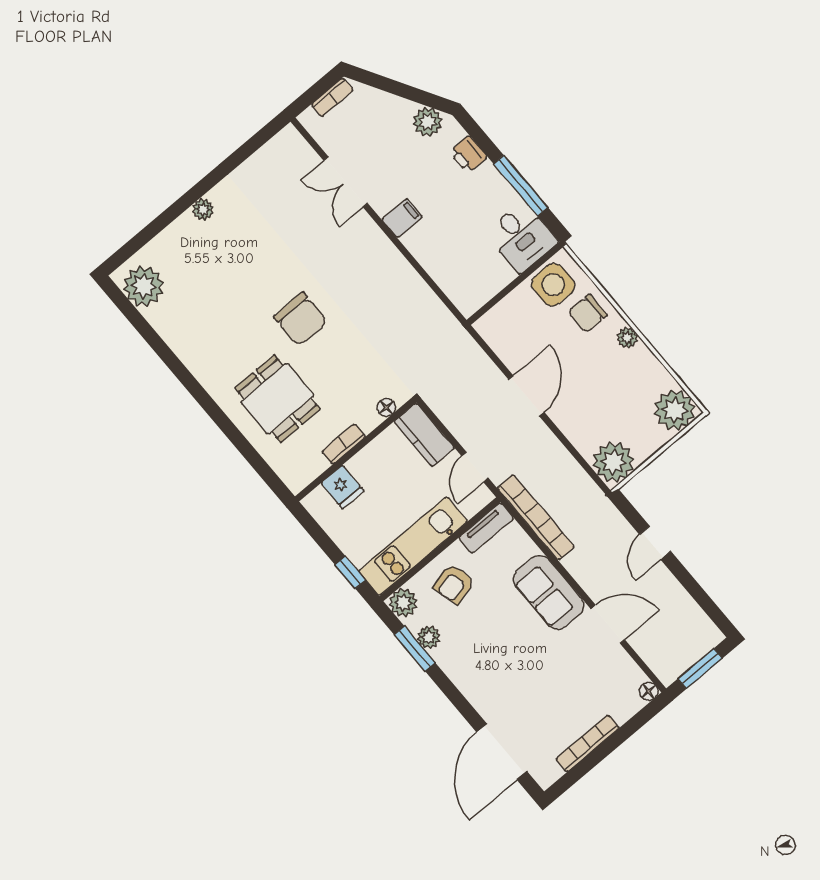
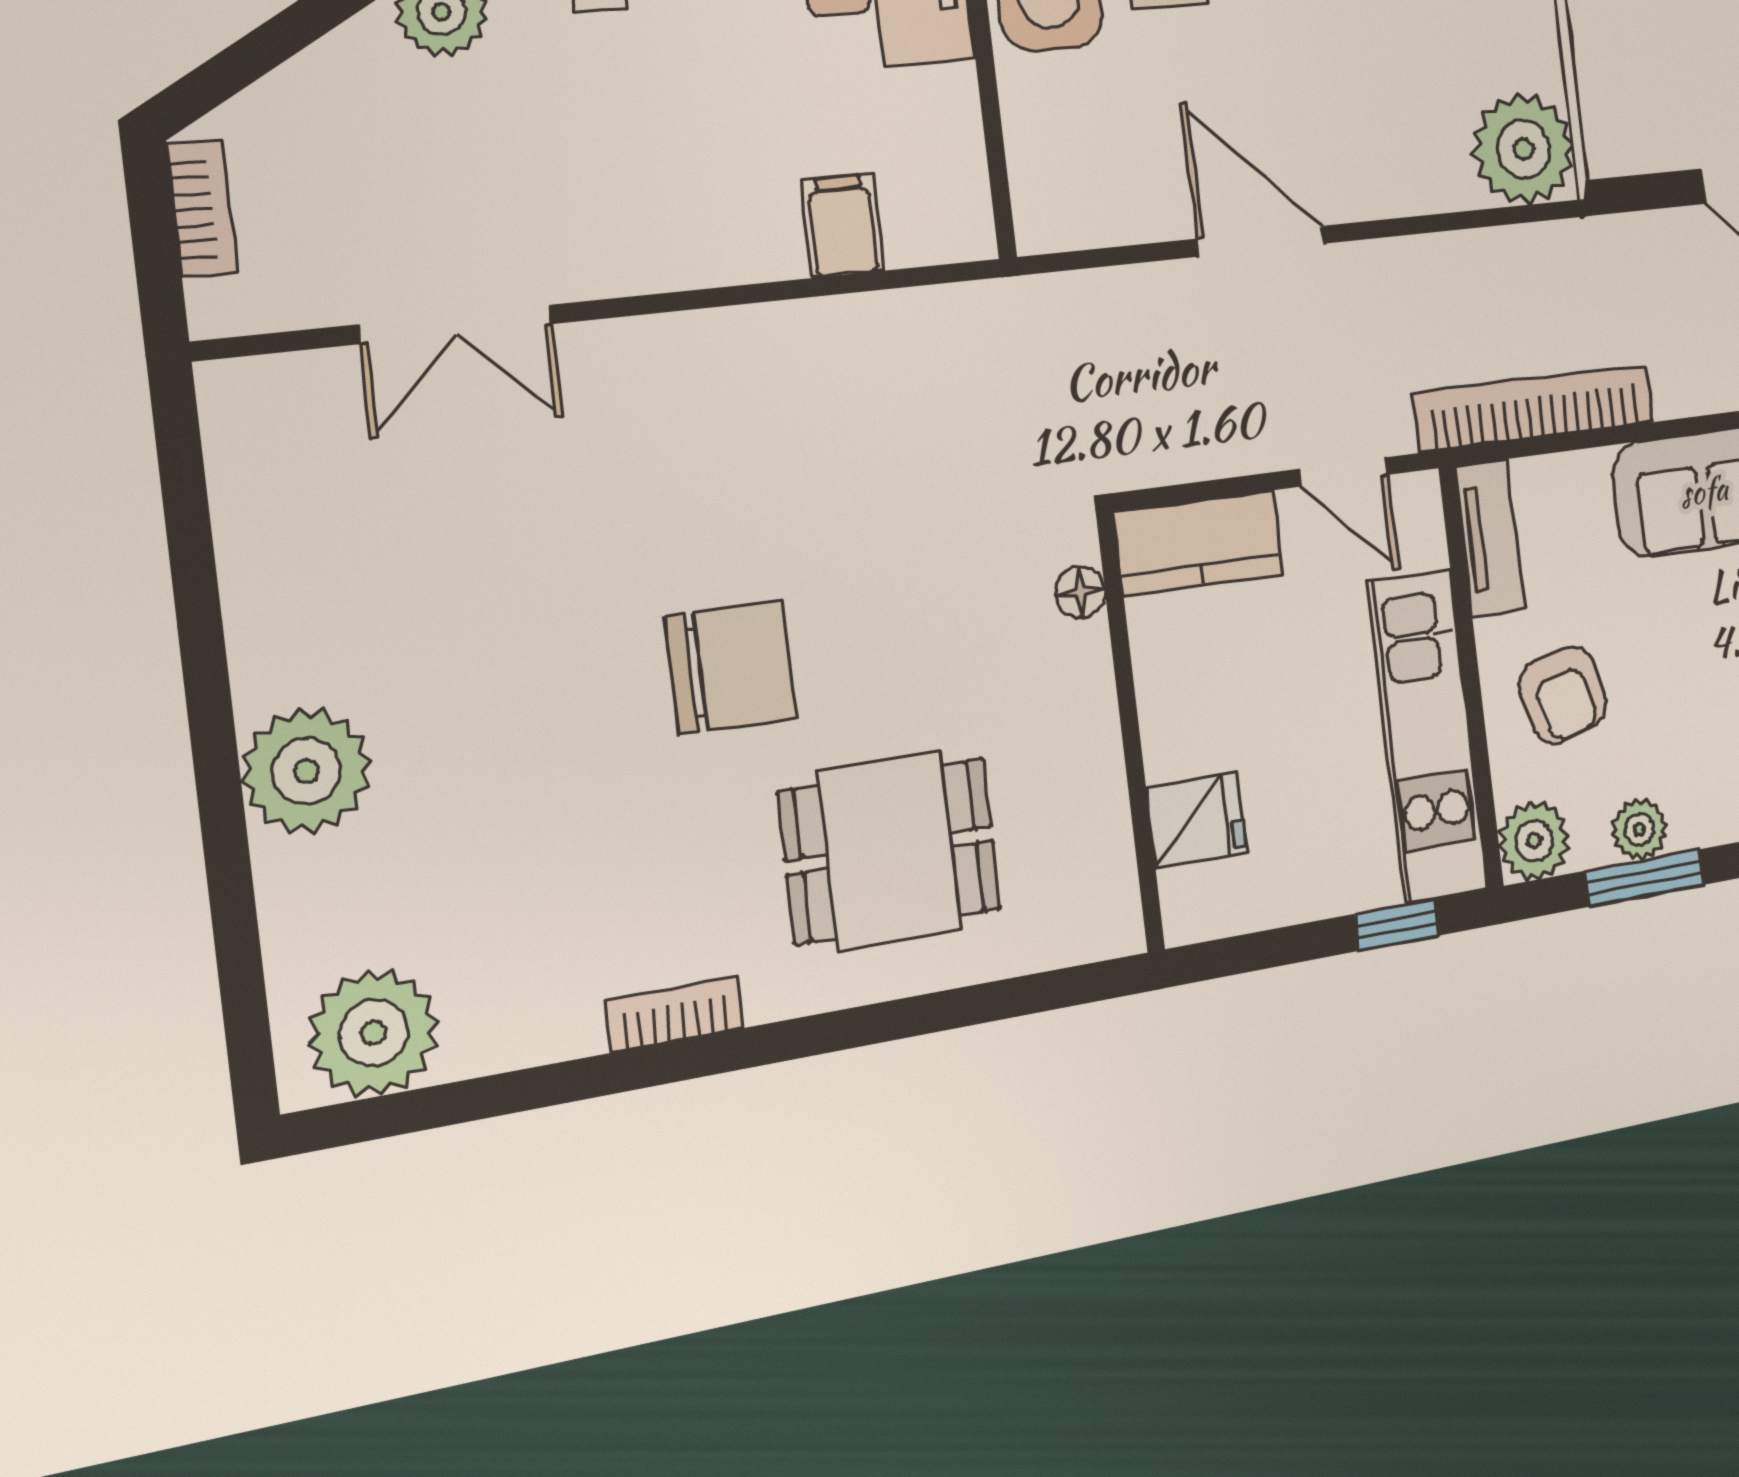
plant: (203, 209) -> (307, 771), width x1.88, depth x1.88
filing cabinet: (402, 218) -> (843, 226), moved
bookcase: (344, 444) -> (674, 1014), moved, turned 90

